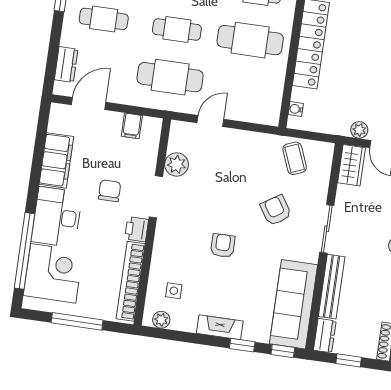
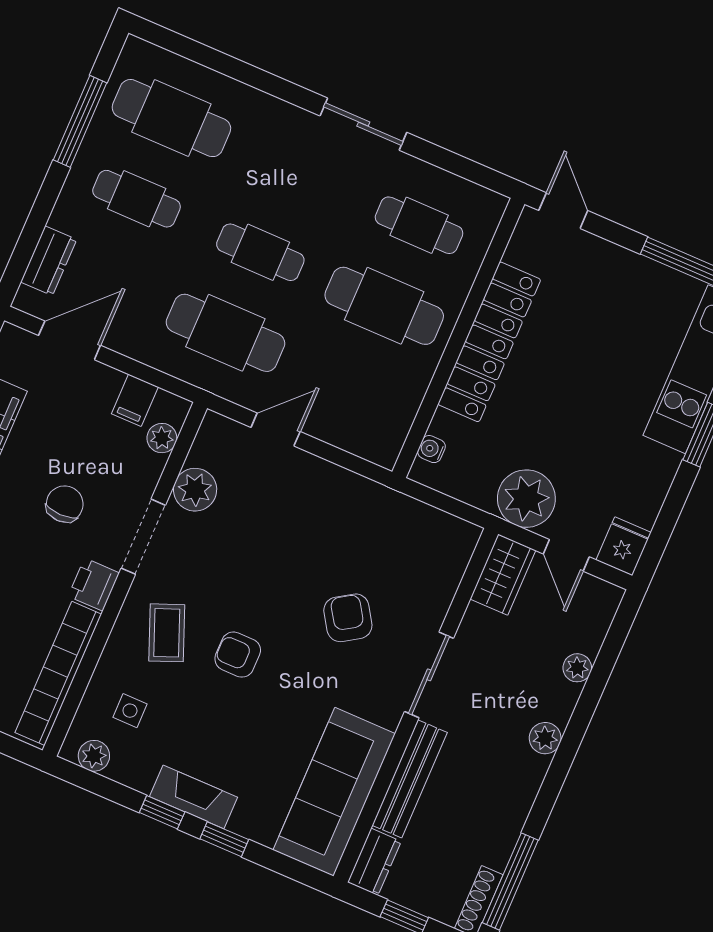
plant: (359, 130) -> (526, 499), width x1.88, depth x1.88
plant: (152, 142) -> (162, 438), added
coffee table: (295, 158) -> (167, 633), moved
armchair: (223, 246) -> (238, 655), turned -90
window: (283, 351) -> (162, 812), moved

